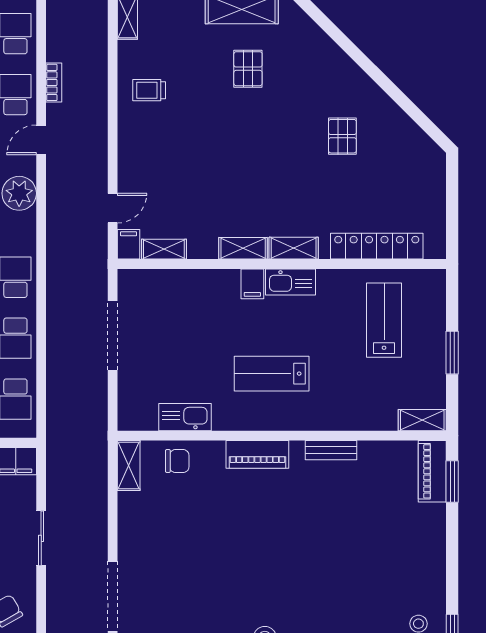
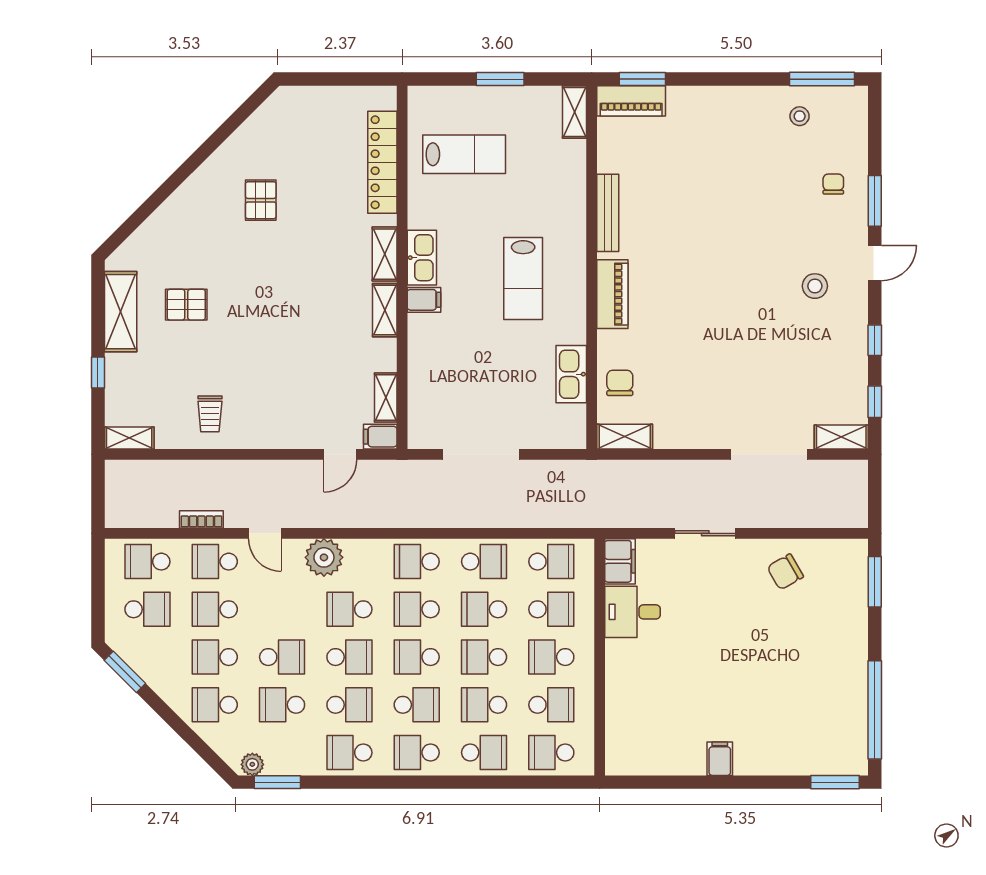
pallet: (342, 136) -> (261, 200), turned 90
door: (113, 208) -> (340, 454), swing flipped
lab bench: (384, 320) -> (464, 154), turned 180
bench: (331, 450) -> (608, 213), width x1.36

